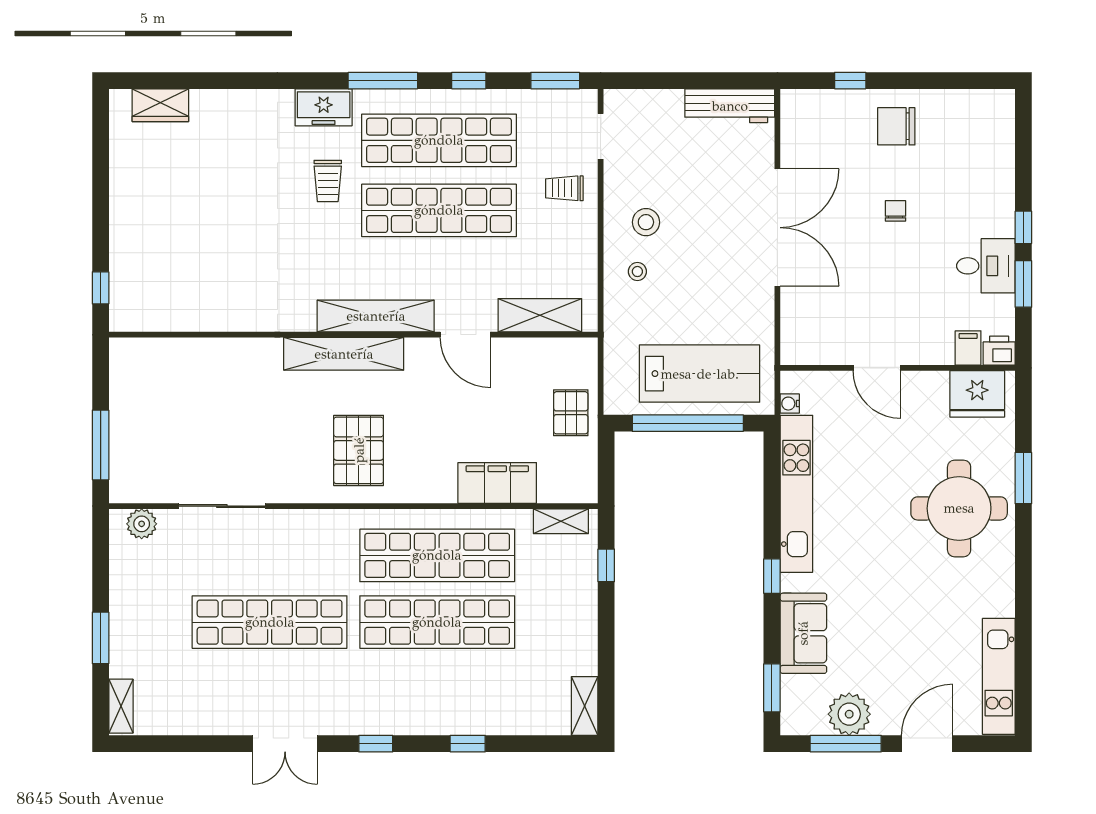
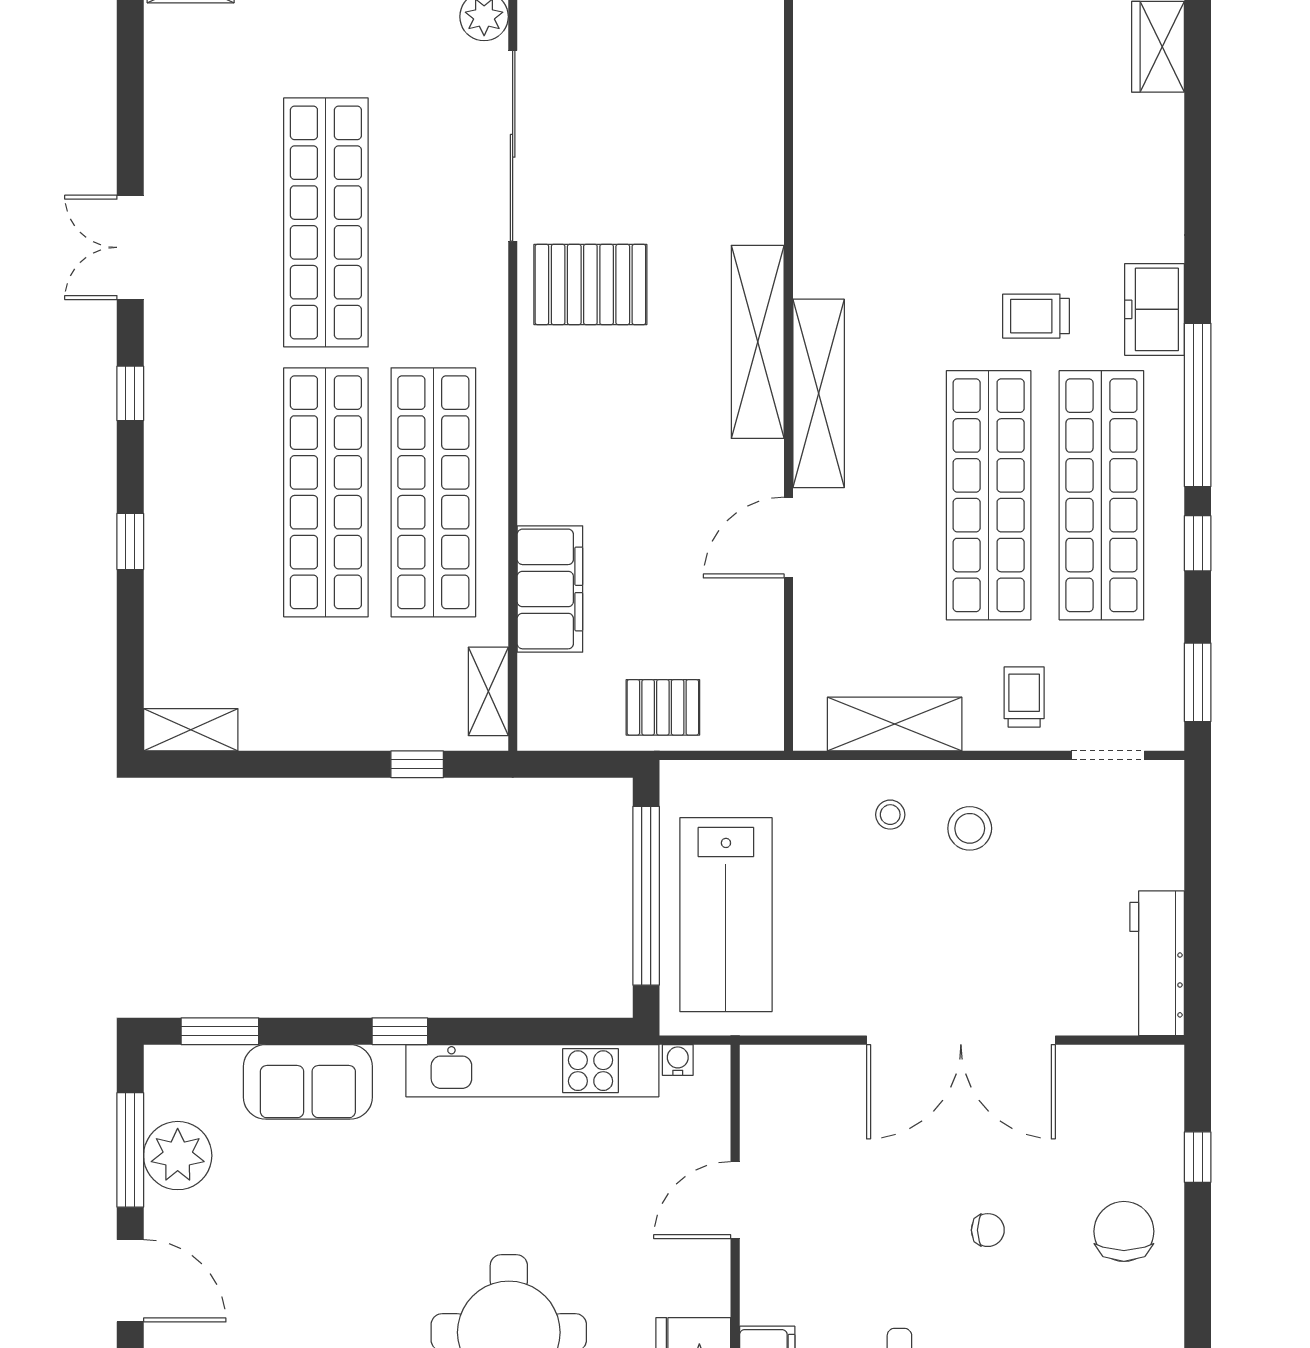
window: (383, 81) -> (1198, 405), width x1.46
shelving: (540, 315) -> (895, 724), moved, turned 90
pallet: (359, 450) -> (590, 285), moved
sliding door: (222, 506) -> (513, 146), width x1.36

